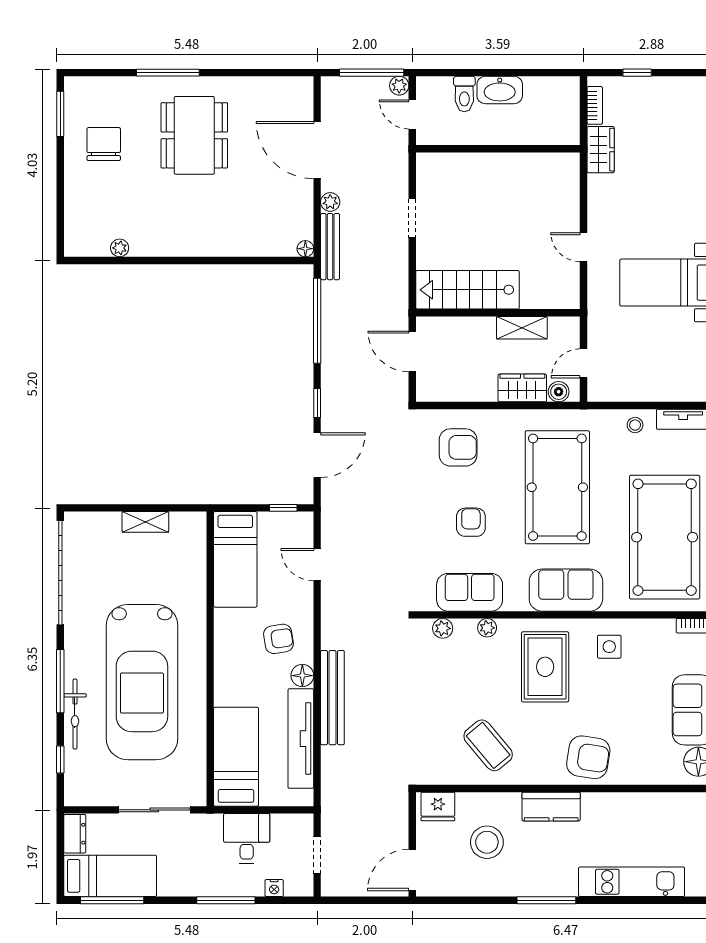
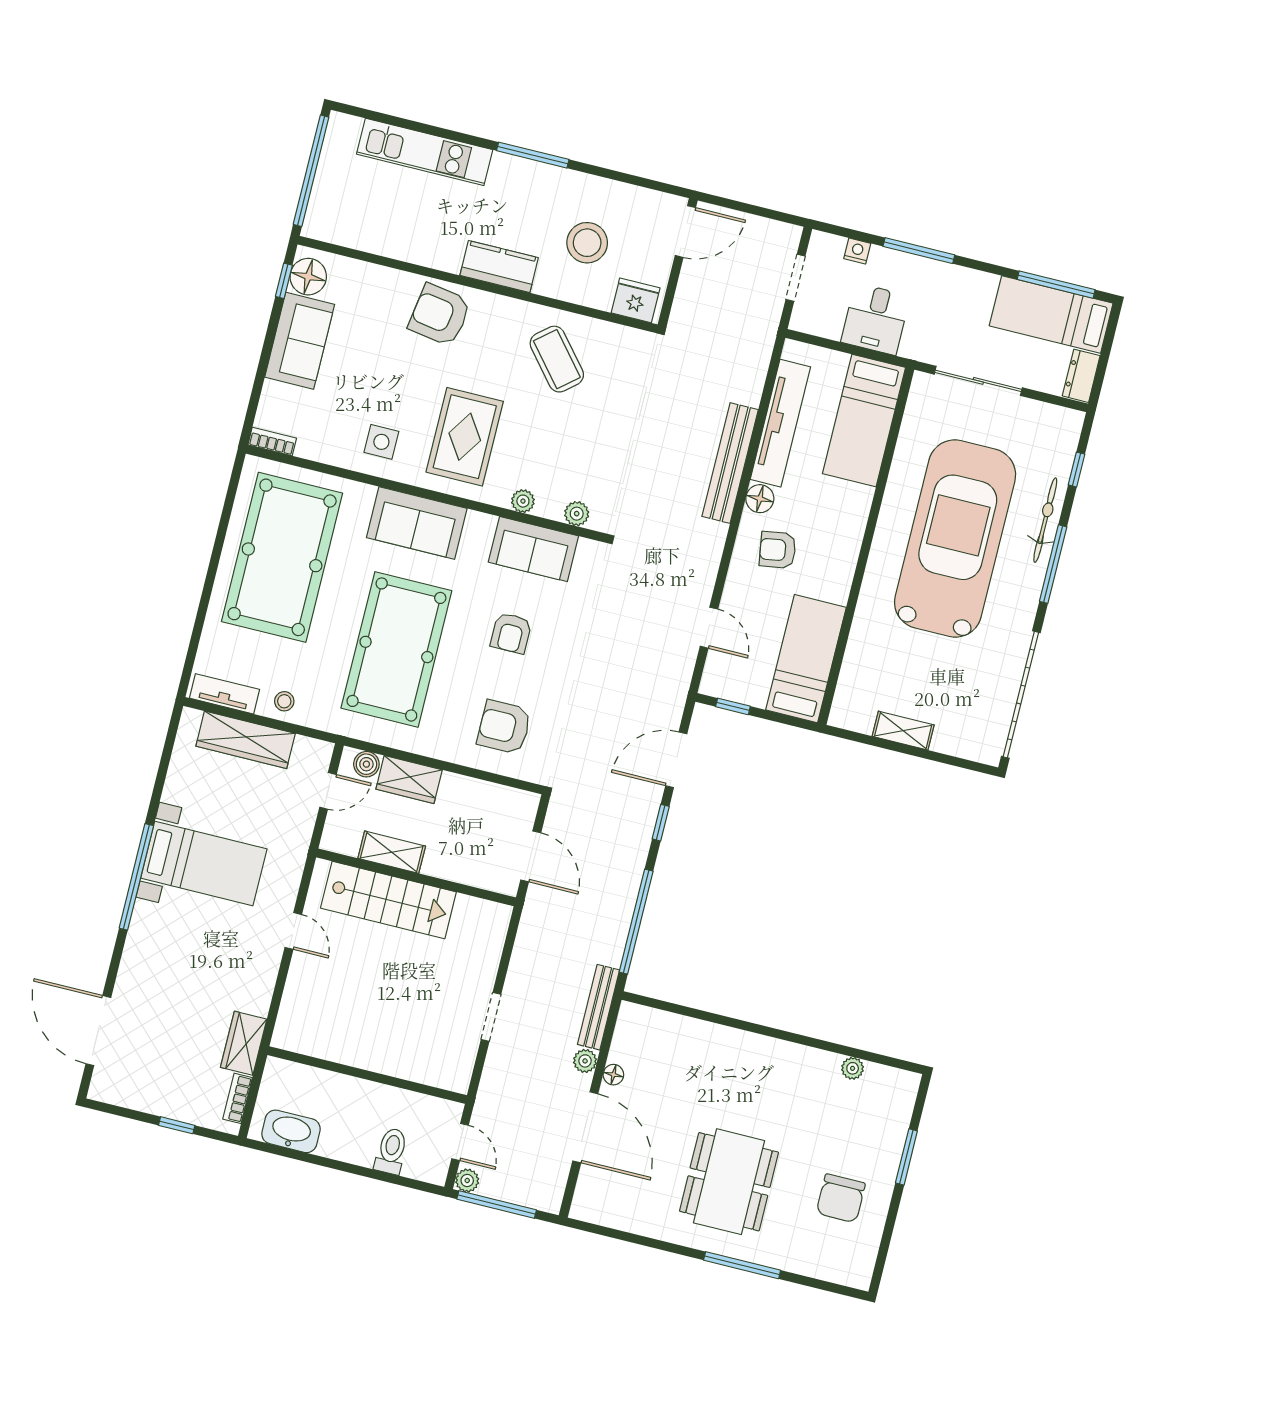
washbasin: (500, 90) -> (291, 1131), moved
window: (60, 114) -> (906, 1157), moved
floor lamp: (305, 249) -> (613, 1075), moved
stairs: (467, 290) -> (388, 900), moved
wardrobe: (658, 387) -> (246, 740), added

